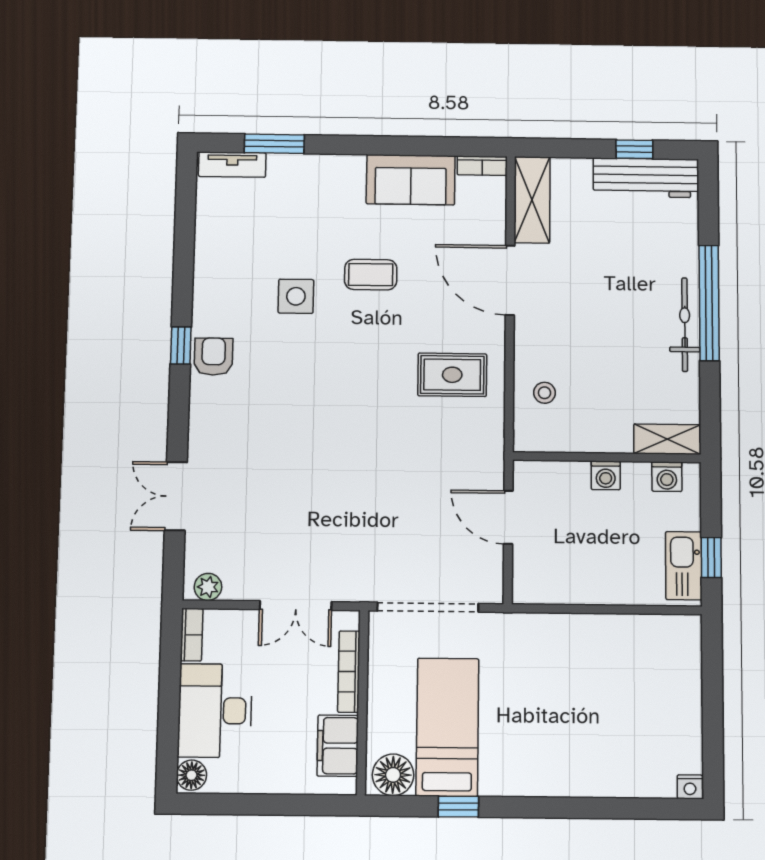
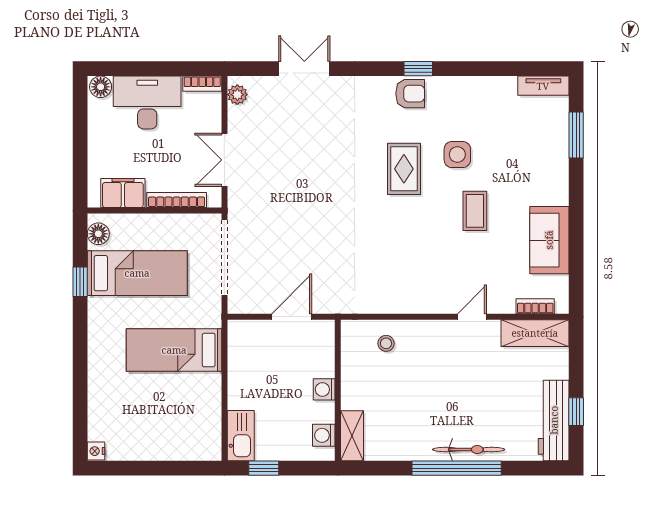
tv unit: (232, 165) -> (543, 86), moved, turned -90
bookcase: (482, 166) -> (535, 306), moved, turned 90
door: (510, 280) -> (472, 317), width x0.53
bicycle: (685, 325) -> (469, 450), moved
rug: (452, 375) -> (404, 169), moved
kitchen sink: (684, 566) -> (241, 436), moved, turned 90
bed: (552, 678) -> (174, 350), added
floor lamp: (393, 775) -> (98, 234), width x0.73, depth x0.73

